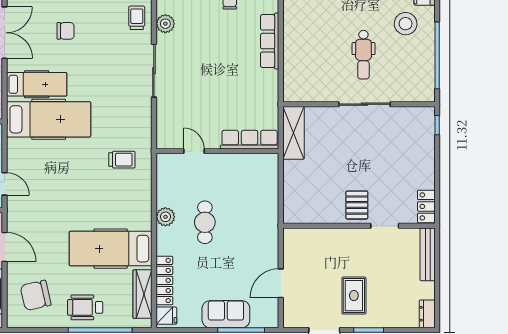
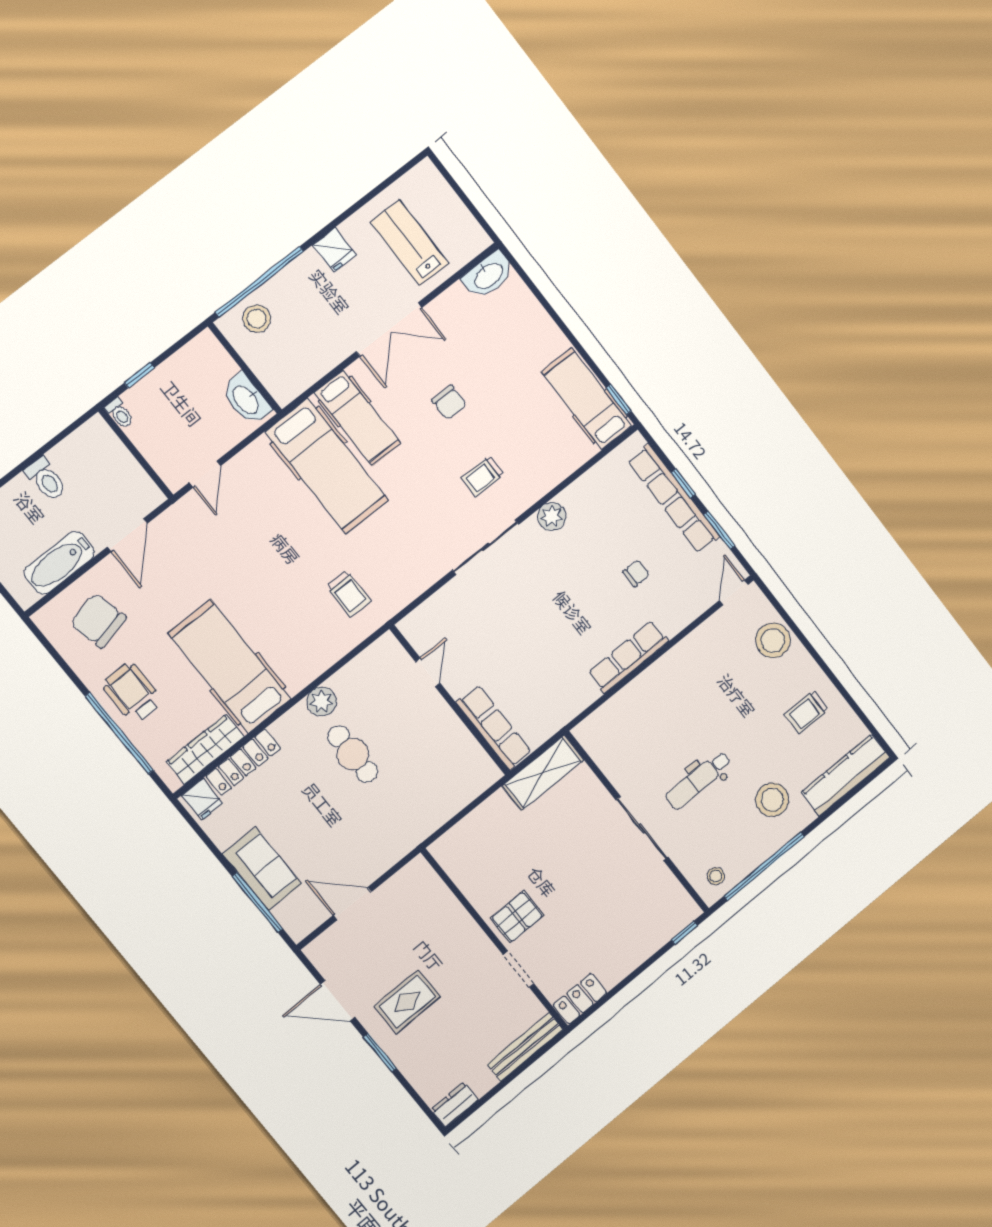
trolley: (137, 18) -> (483, 476), moved, turned 180
stool: (421, 85) -> (716, 876), added
cafe table: (205, 222) -> (353, 754), turned 90

